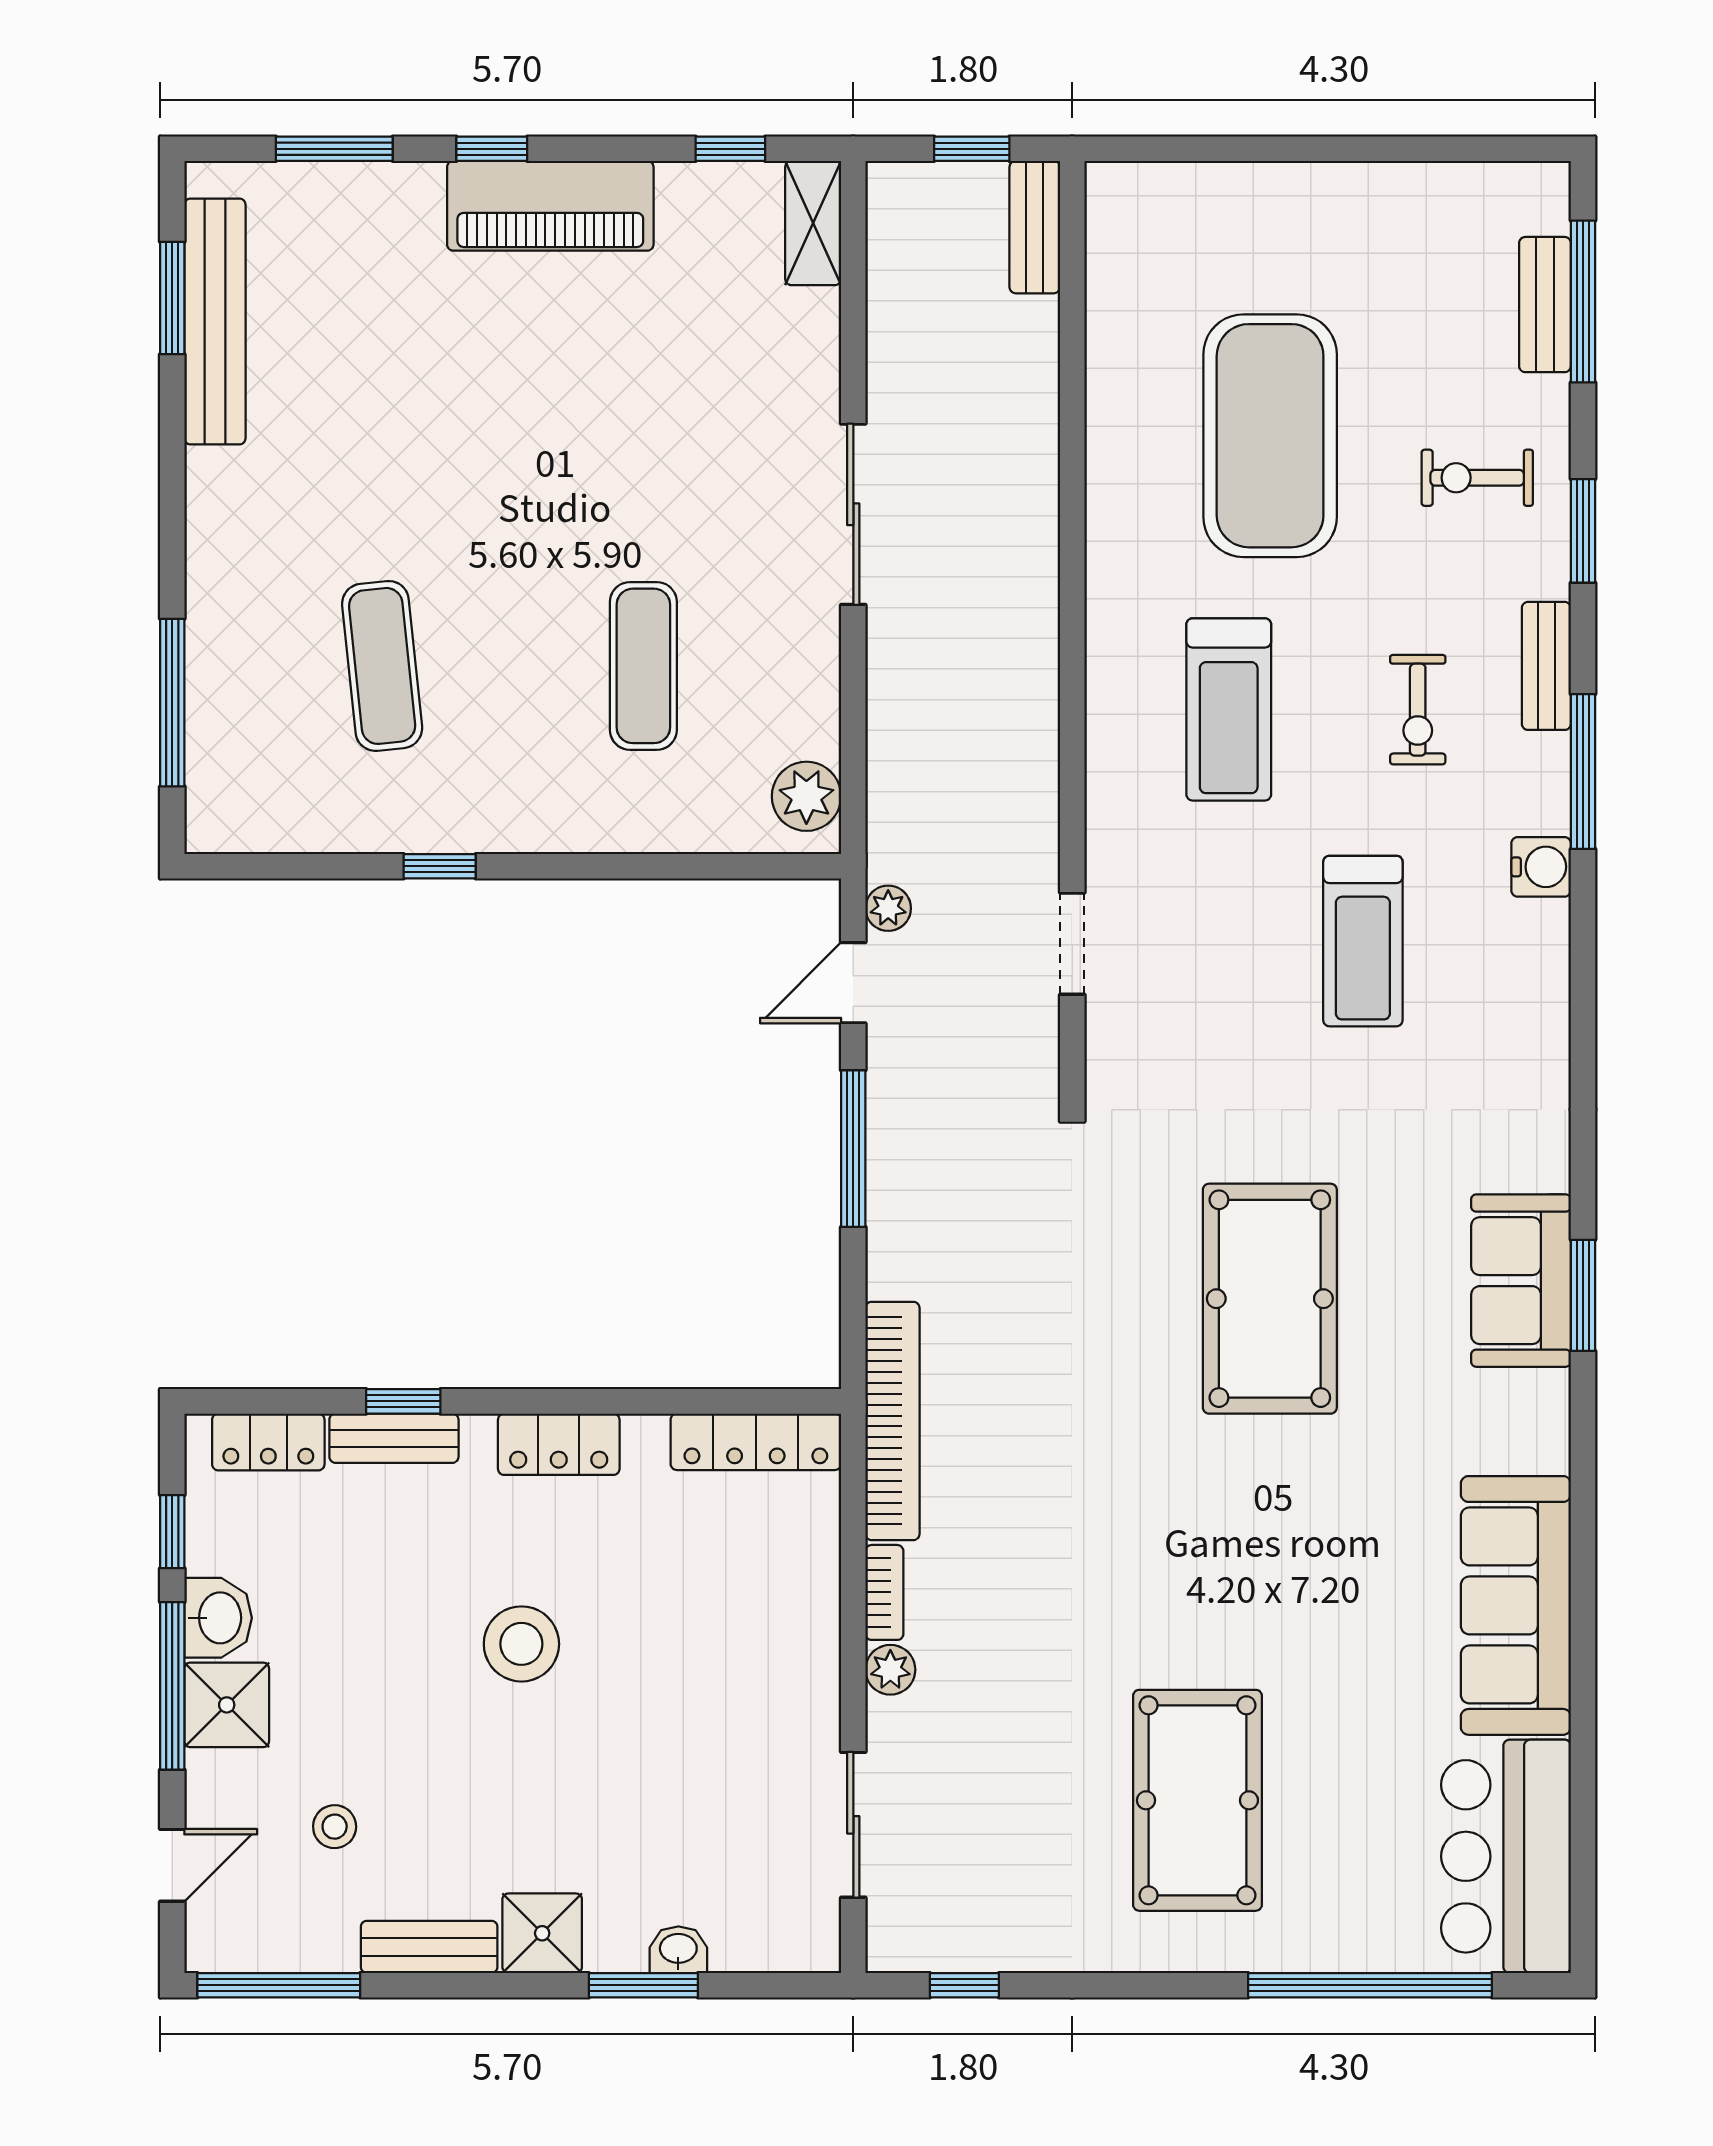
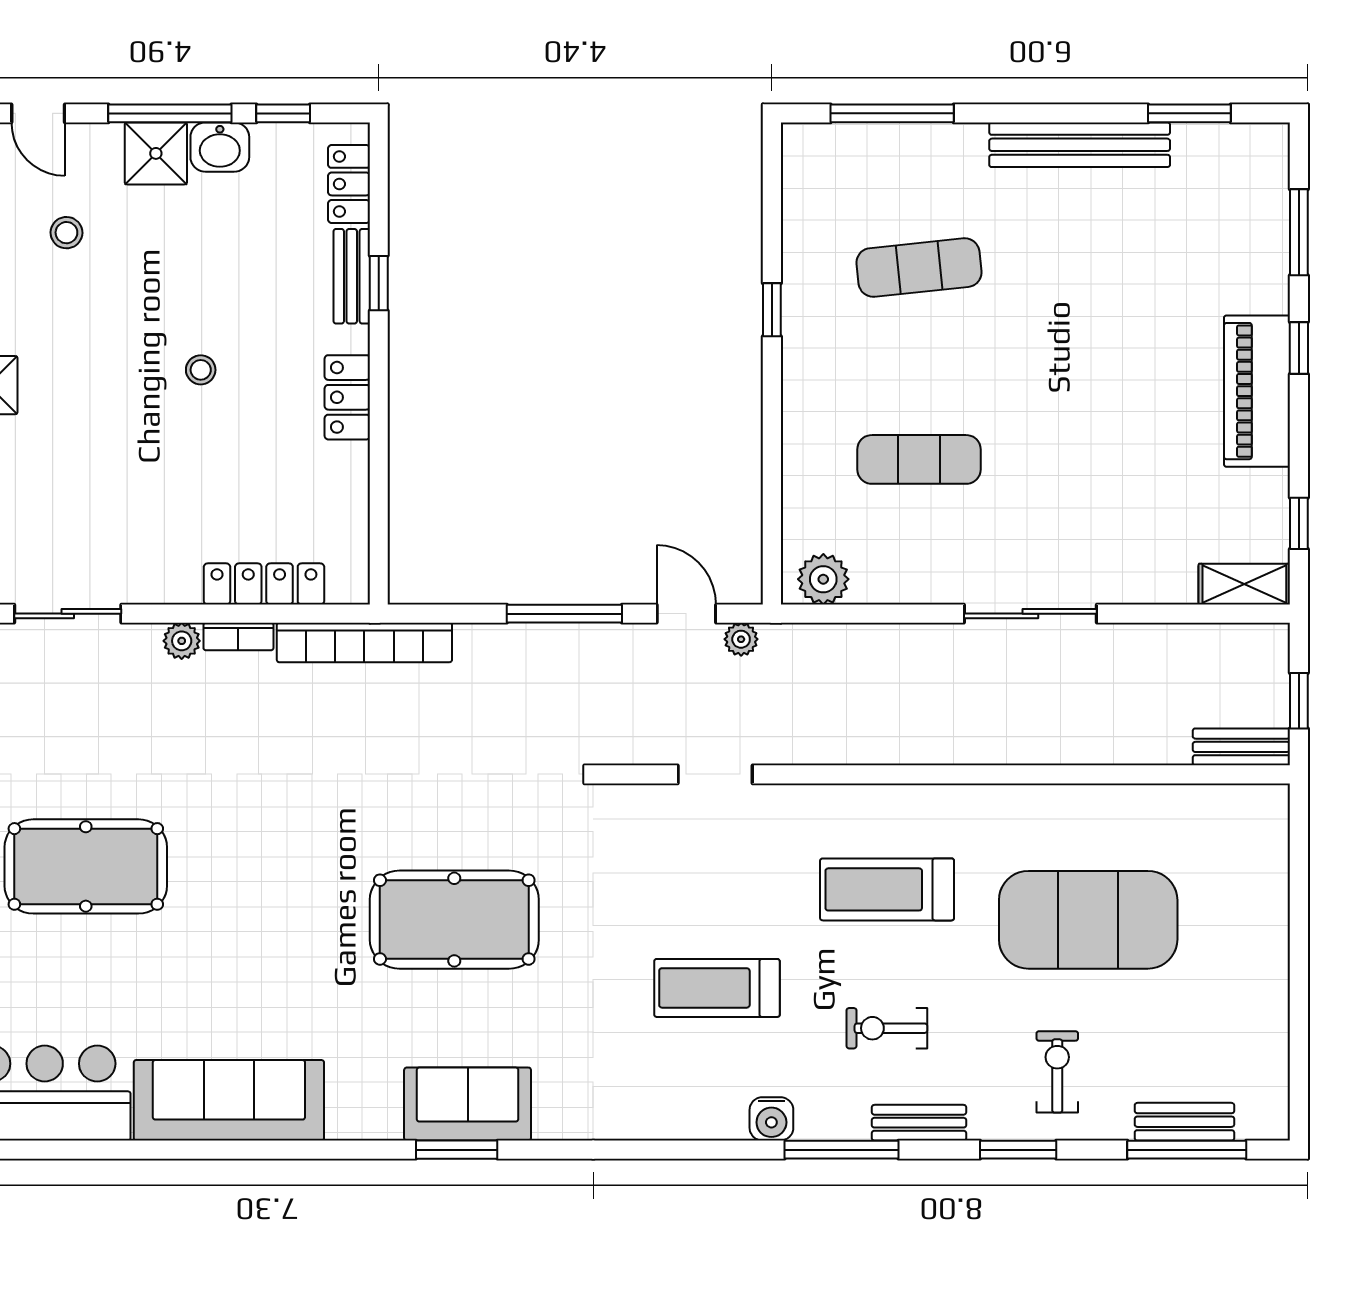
bench: (215, 322) -> (1080, 145), moved
locker: (756, 1442) -> (264, 584), moved, turned 90
stool: (521, 1644) -> (201, 370), width x0.53, depth x0.53

